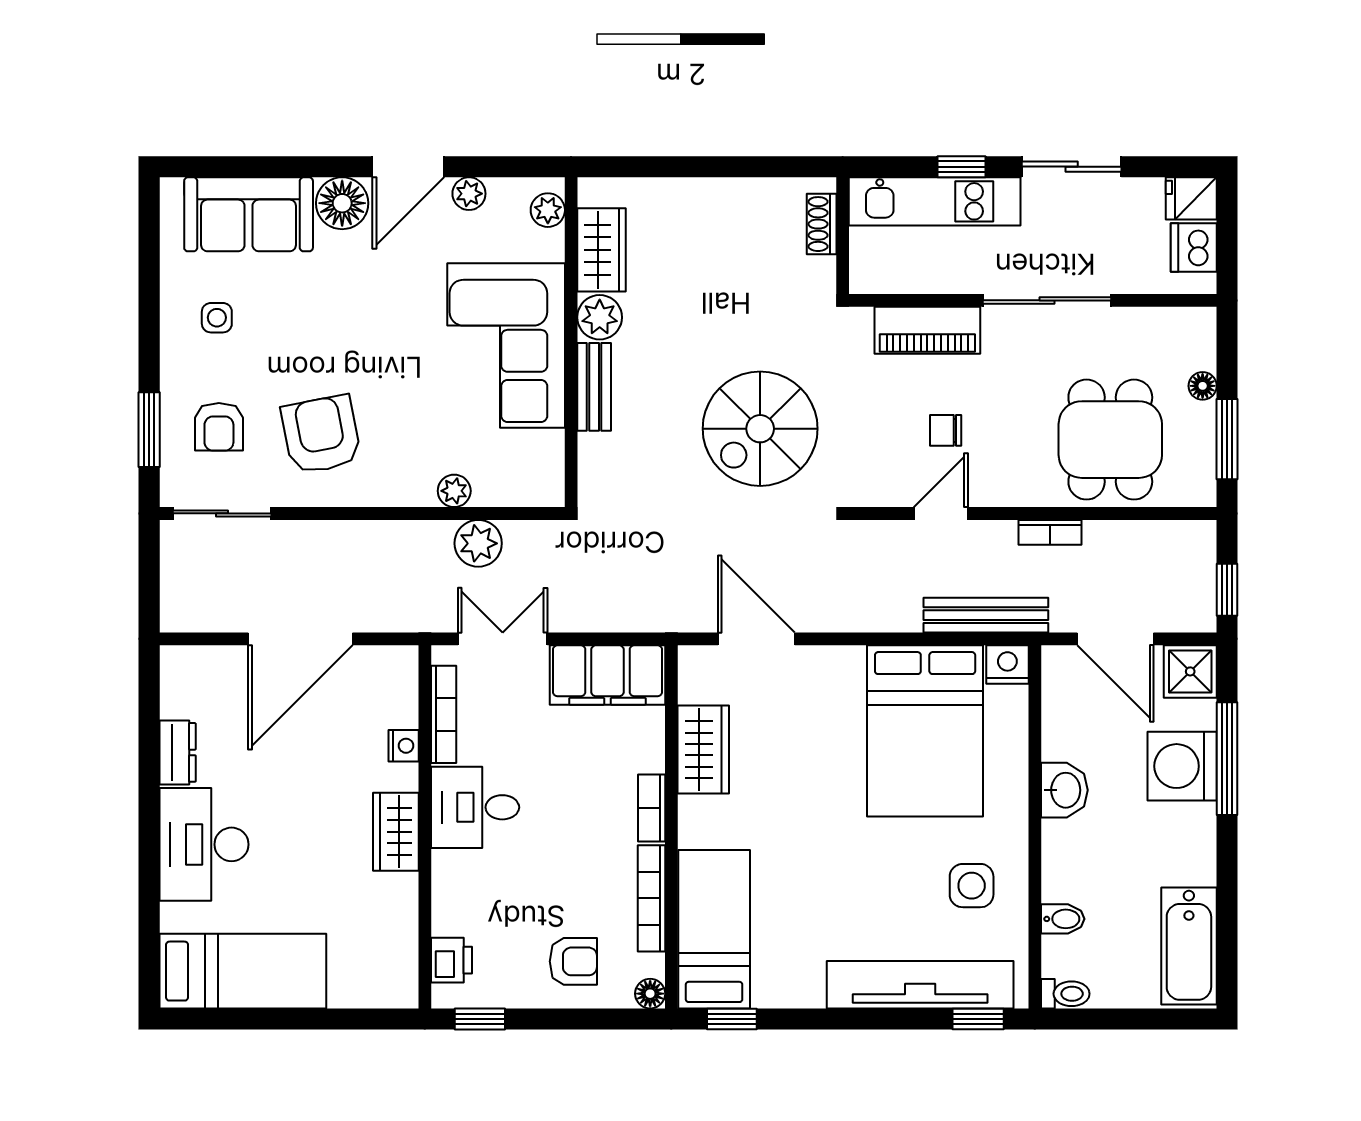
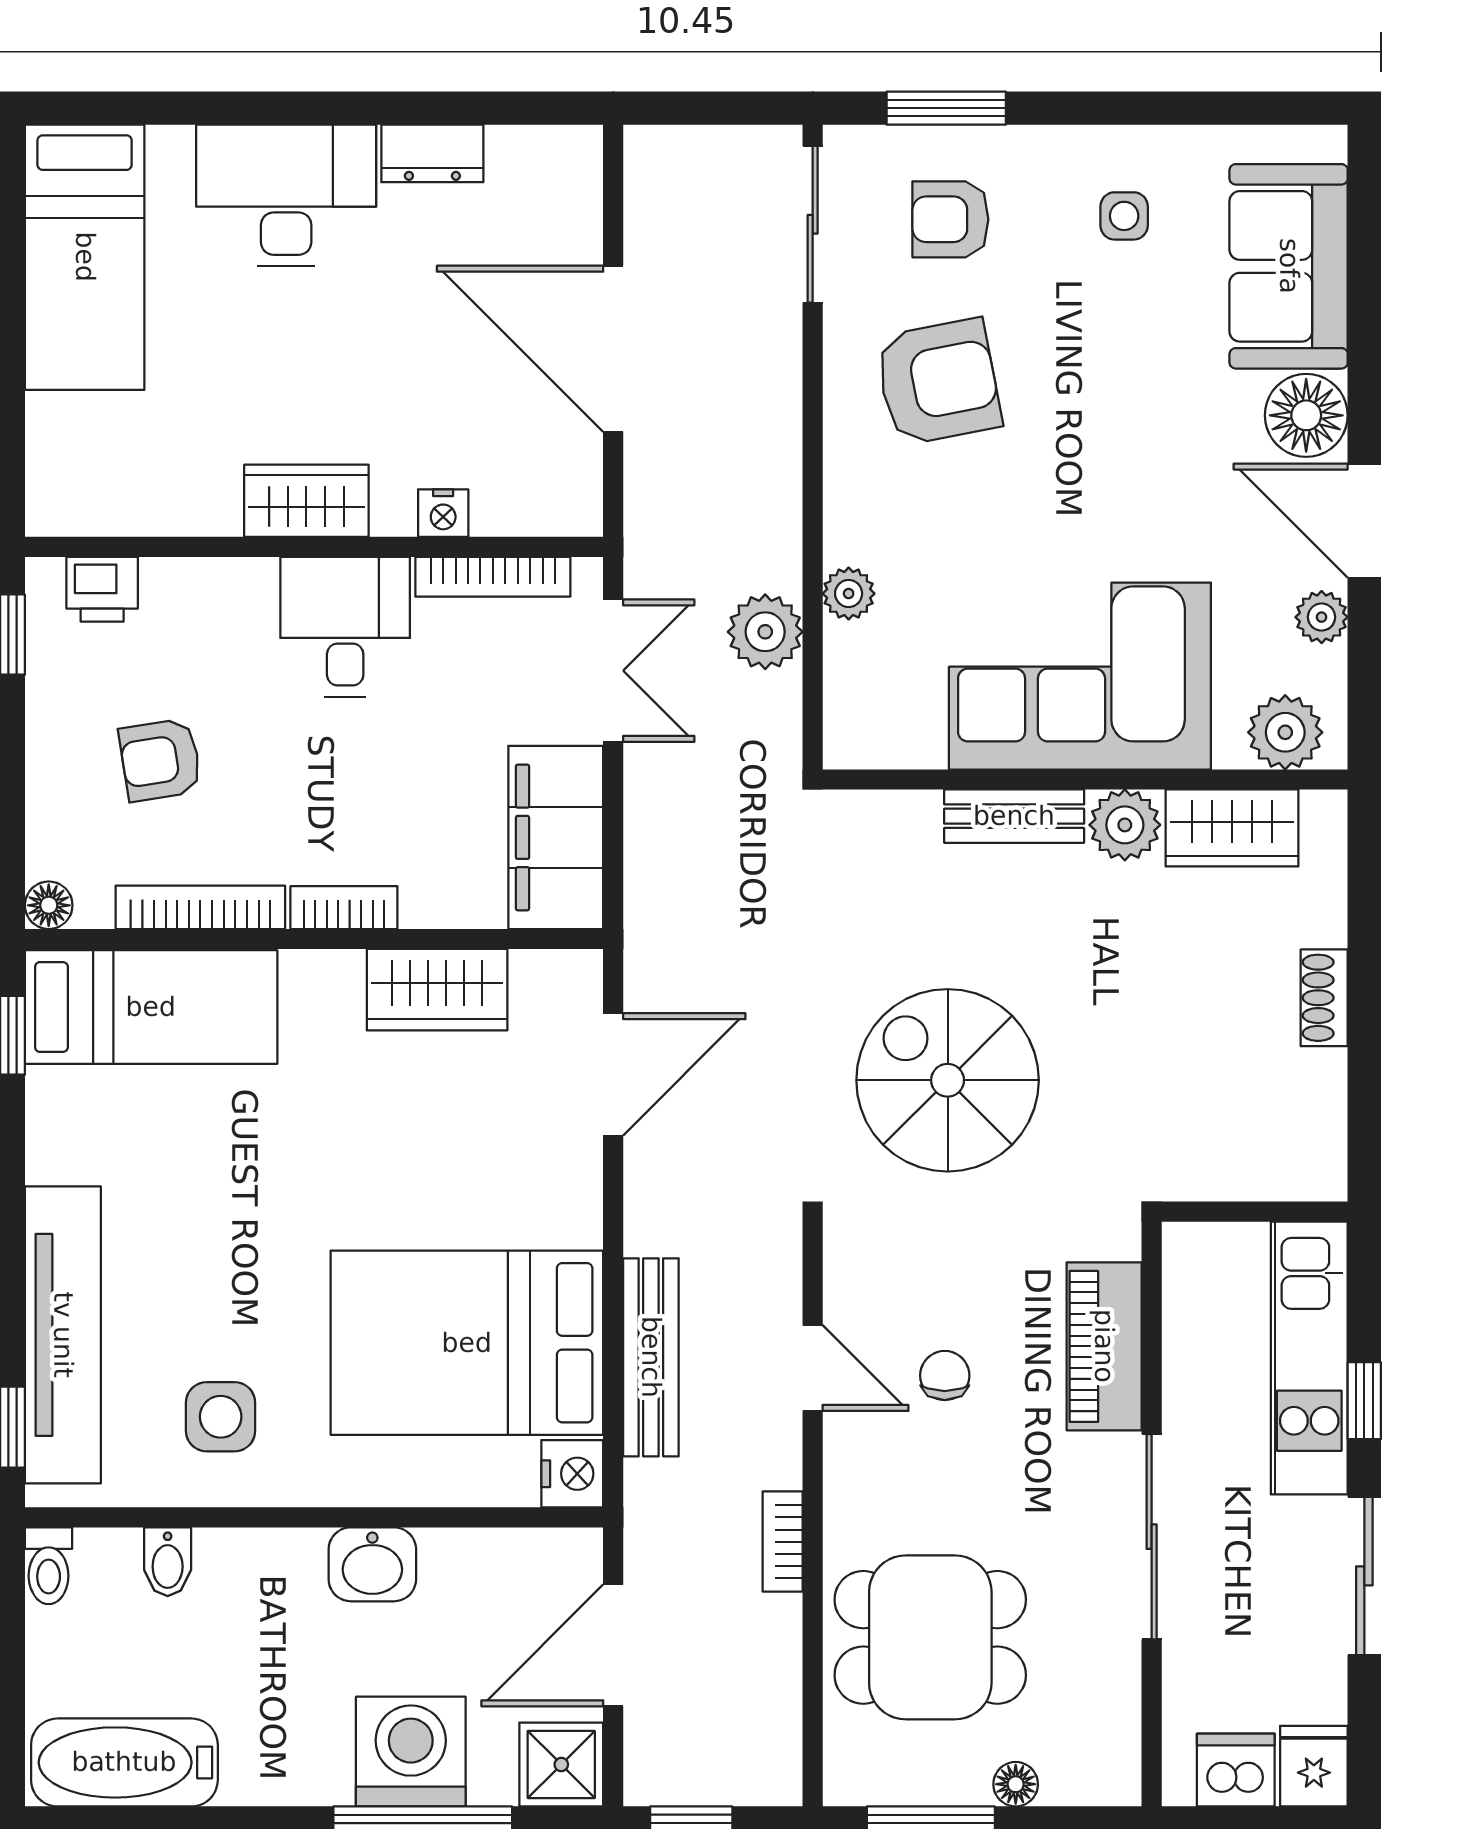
plant: (548, 210) -> (1285, 732), width x1.38, depth x1.38
shoe rack: (822, 224) -> (1324, 998), moved, turned -90
bench: (986, 615) -> (651, 1357), moved
armchair: (573, 961) -> (160, 760), moved, turned 81

